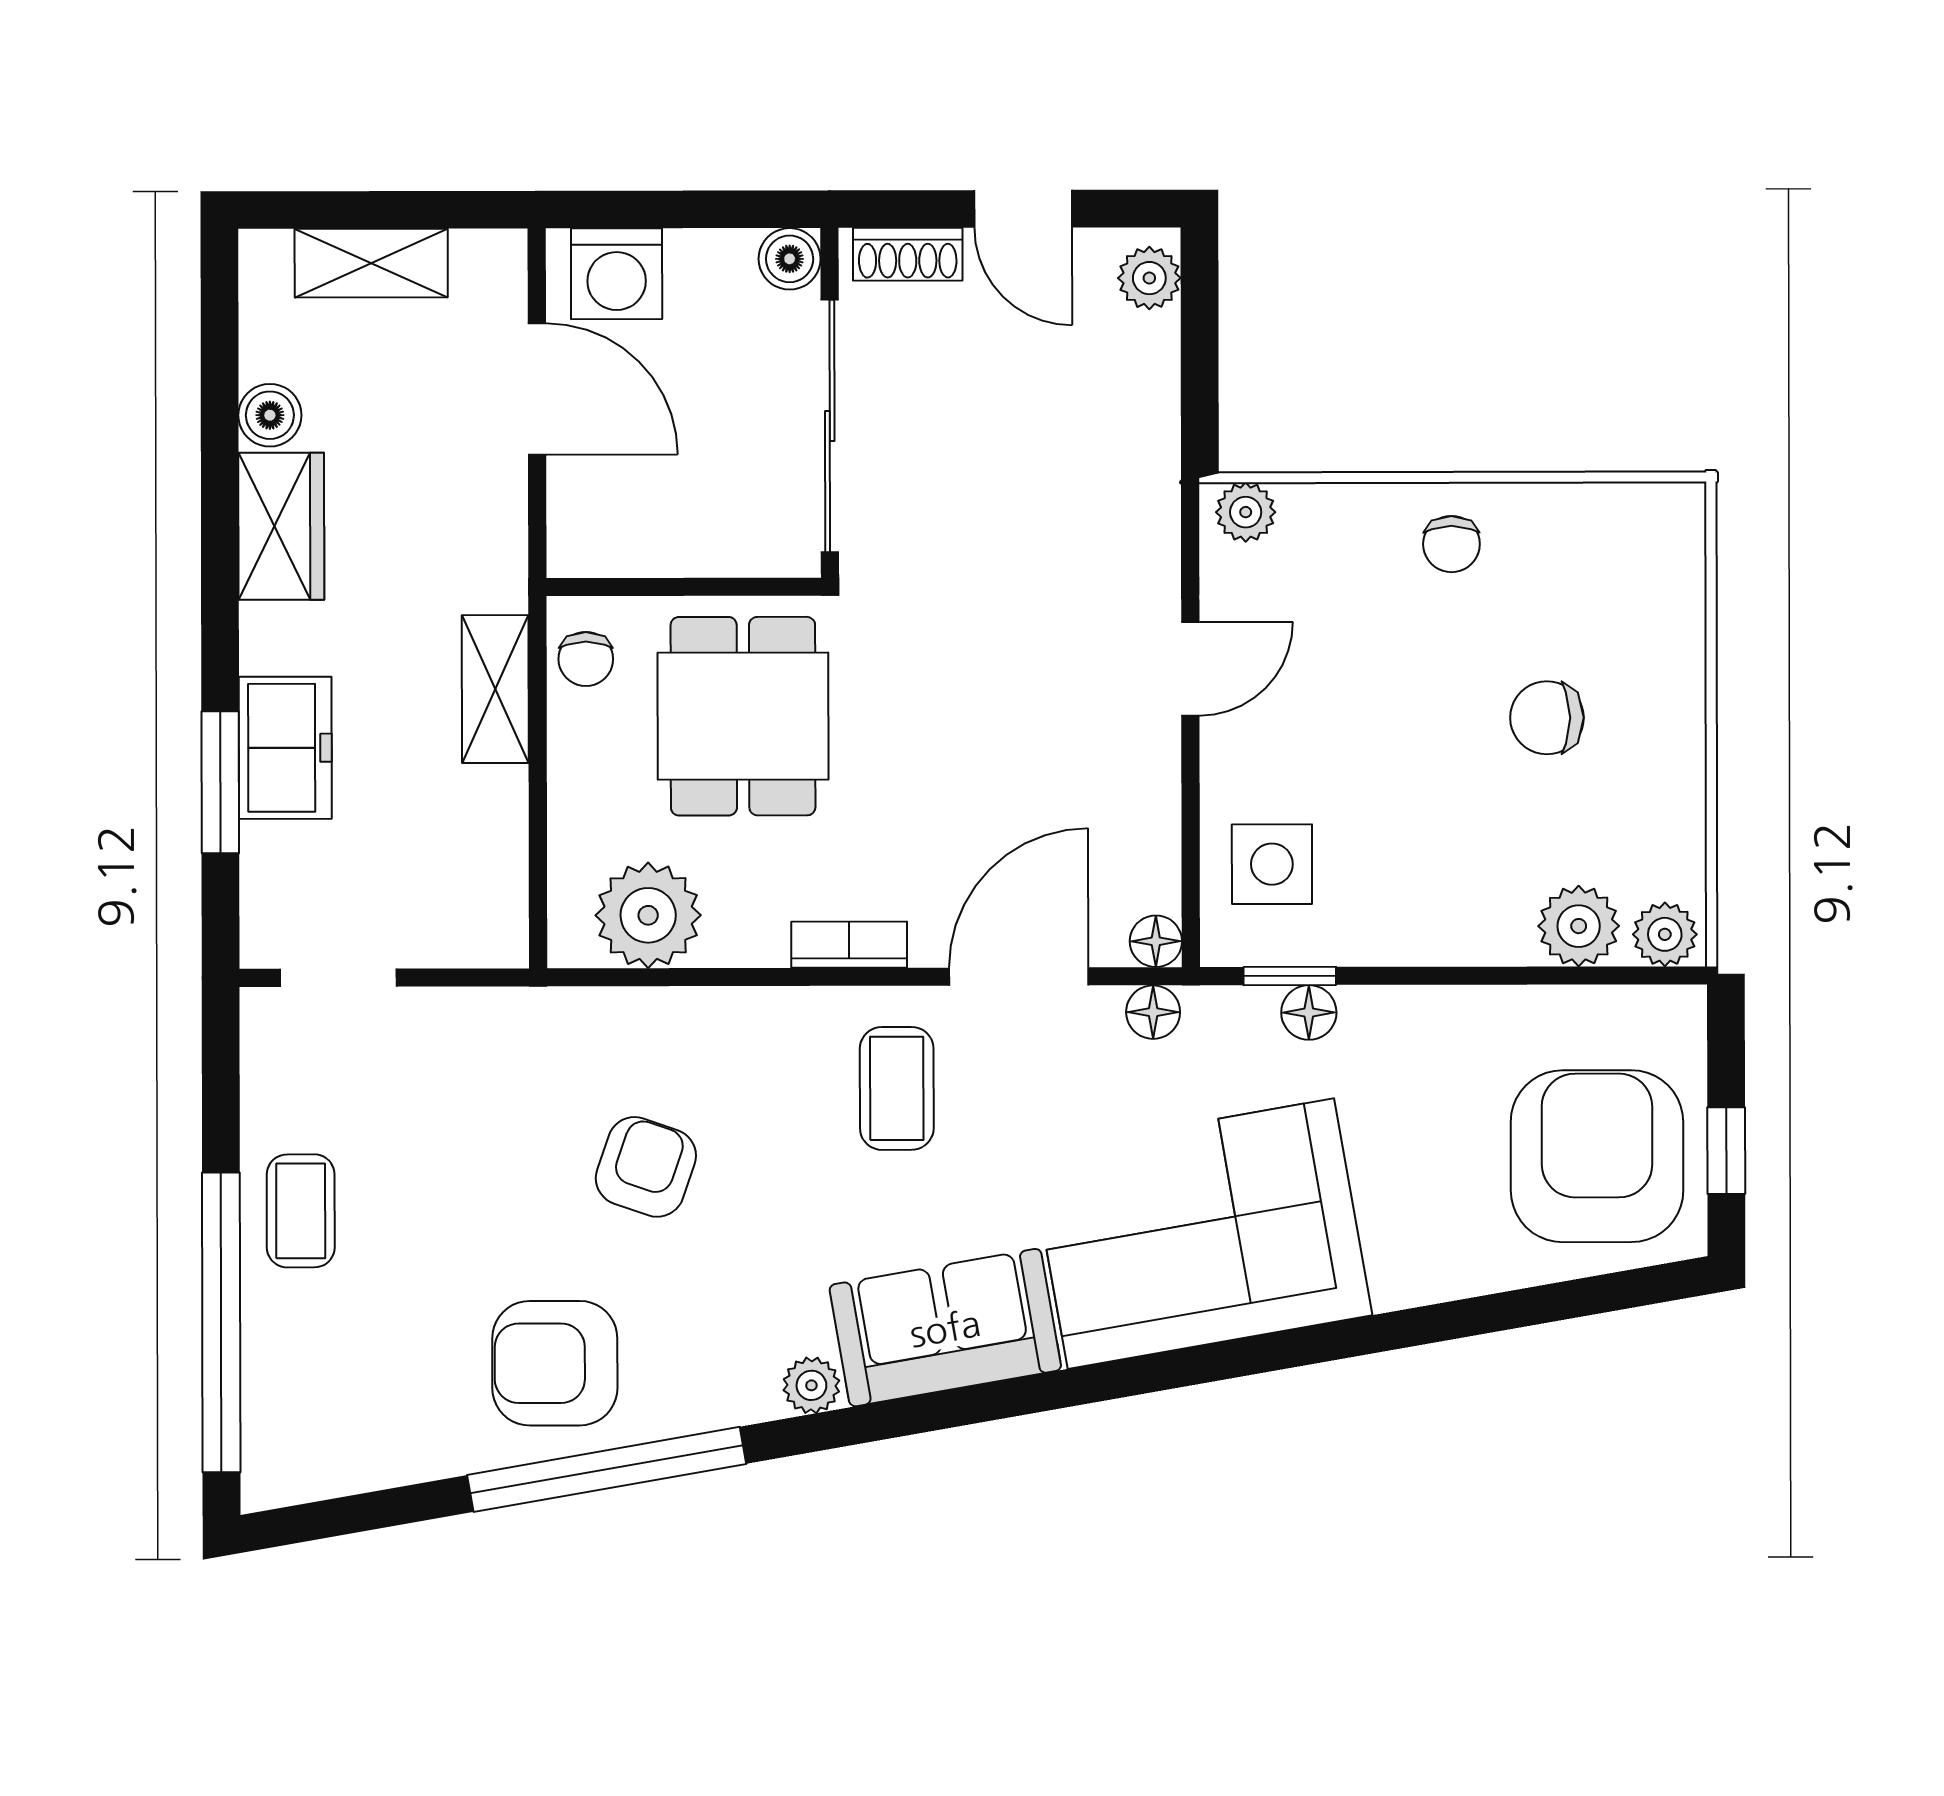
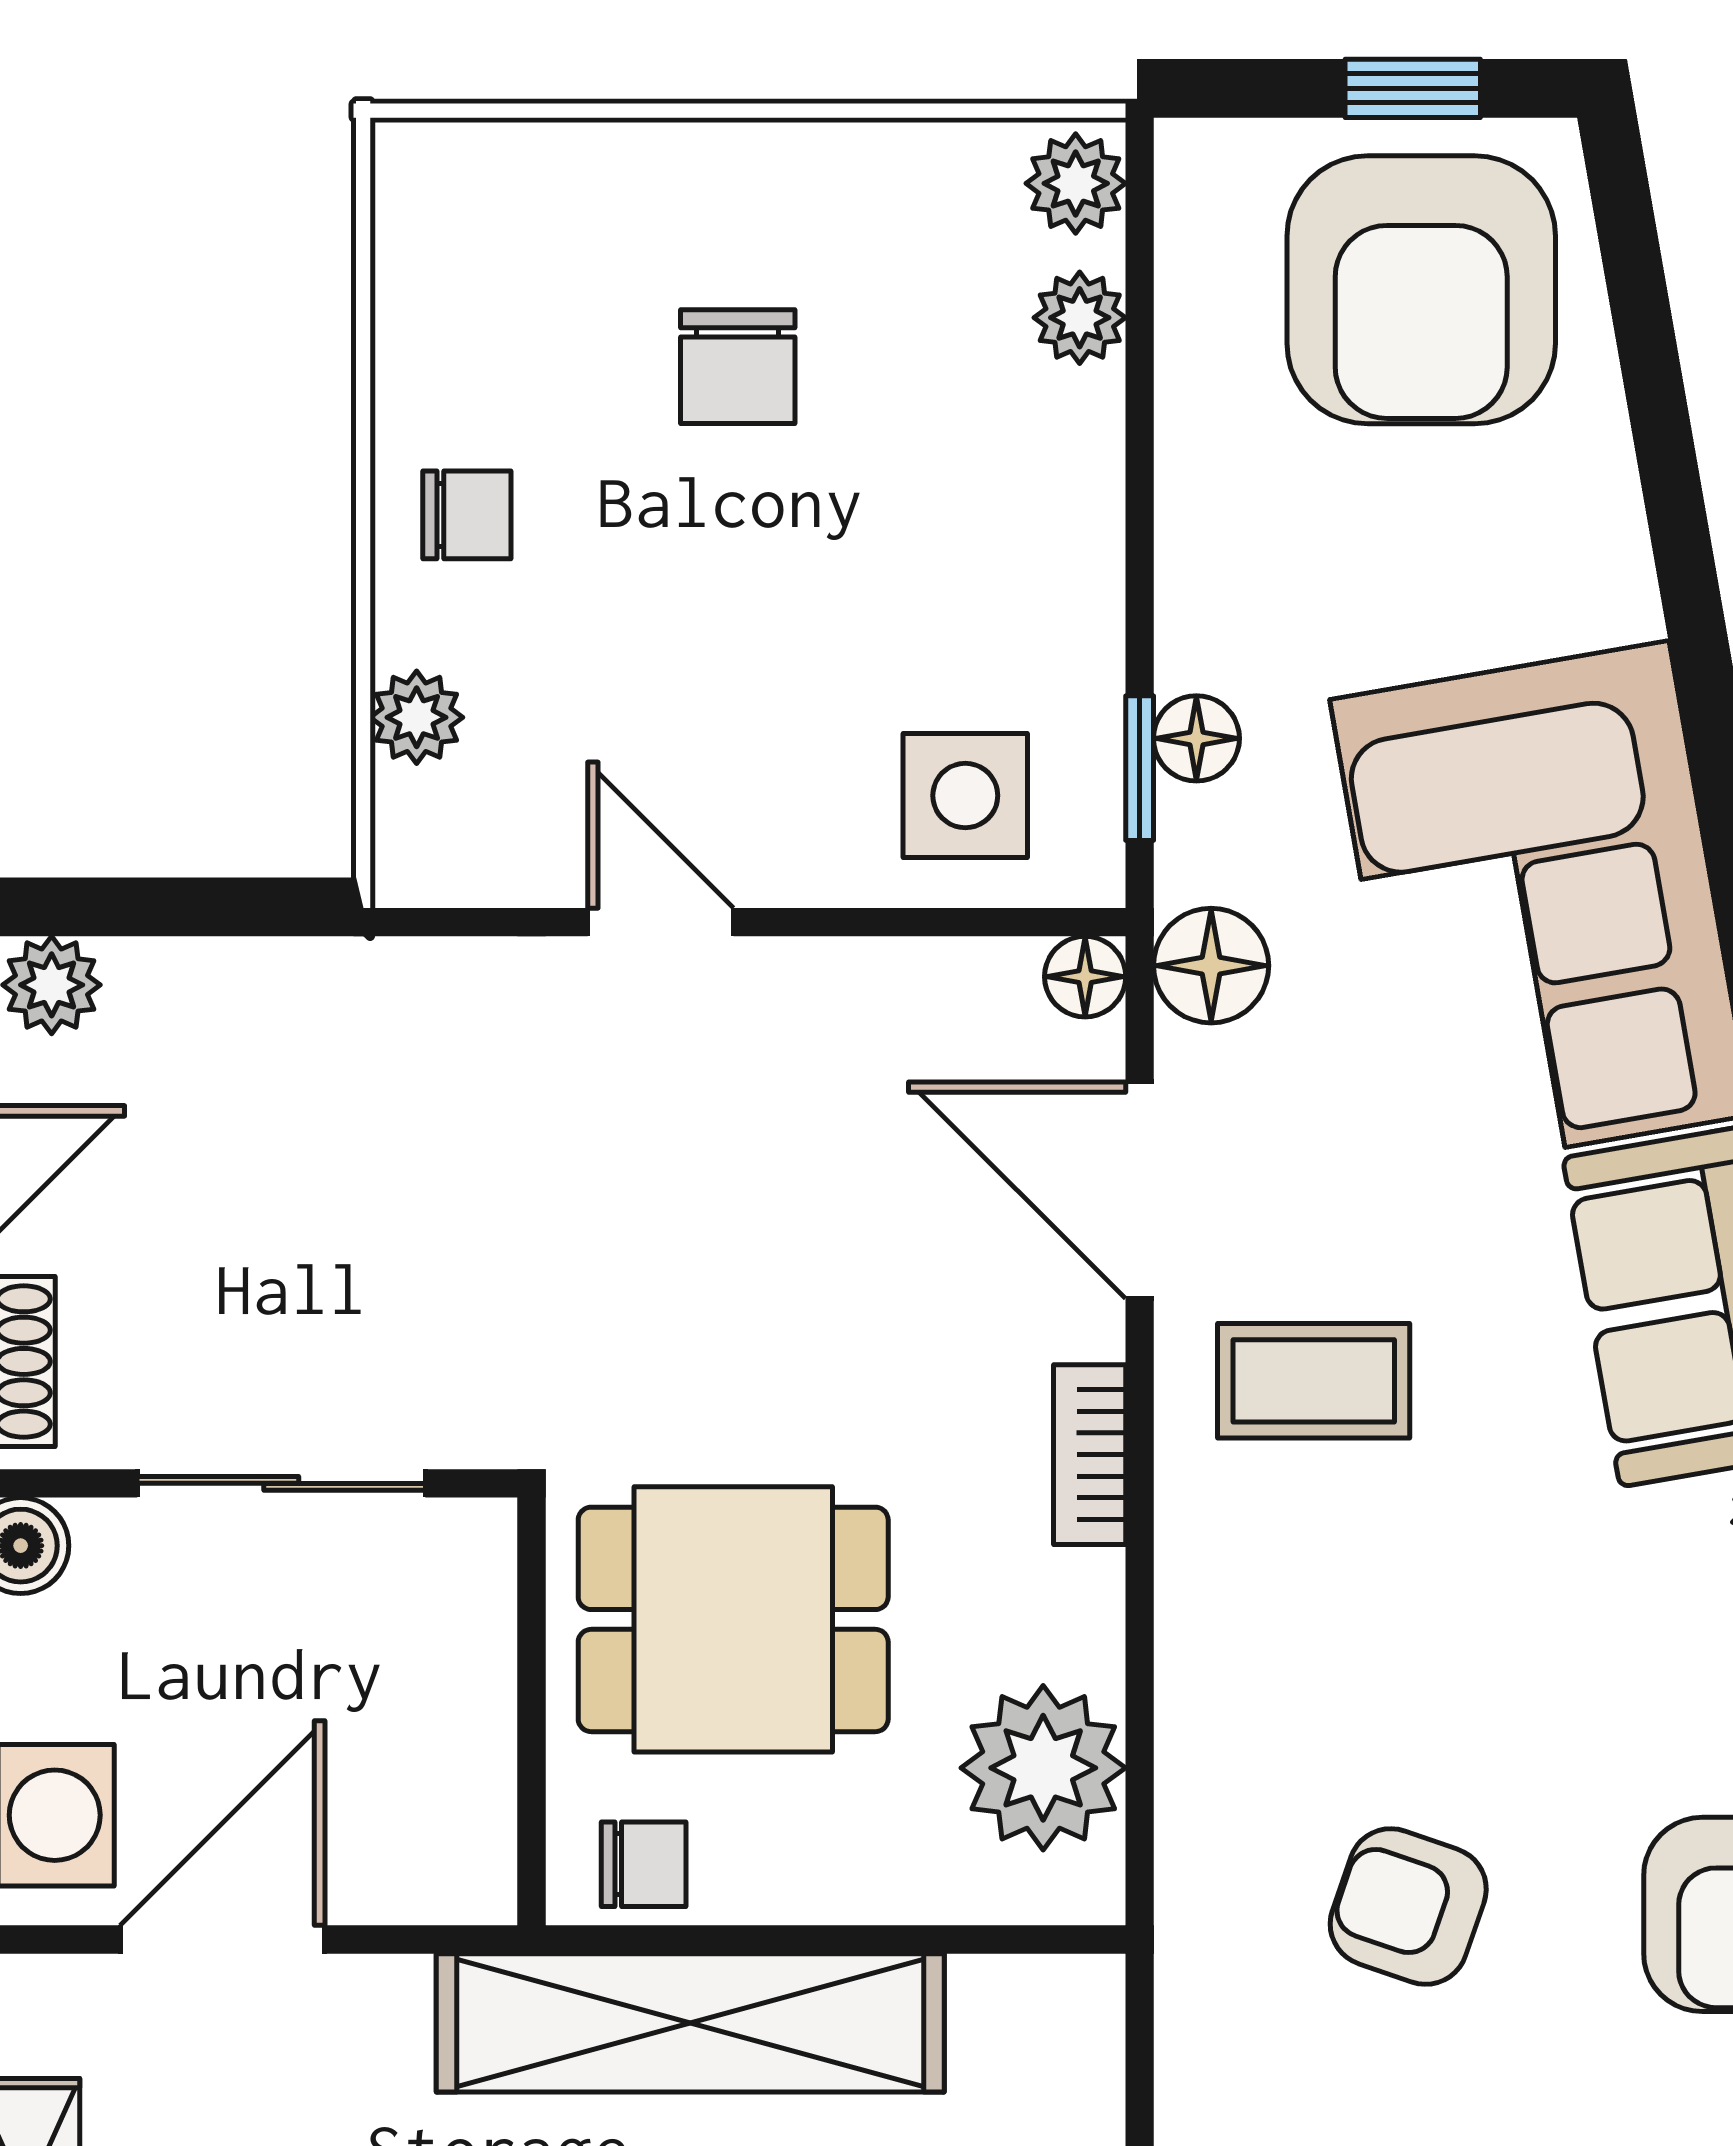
sliding door: (830, 426) -> (281, 1483), width x0.73
plant: (1246, 512) -> (417, 717), moved
shelving: (495, 689) -> (690, 2023), width x2.20, depth x1.33
plant: (1579, 926) -> (1080, 318), width x0.73, depth x0.73
floor lamp: (1153, 1012) -> (1211, 966), width x1.37, depth x1.37
armchair: (1597, 1156) -> (1421, 290), turned -90
armchair: (646, 1167) -> (1408, 1906), moved

